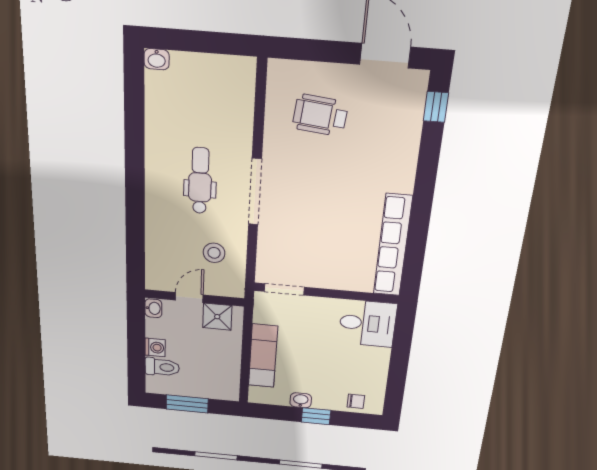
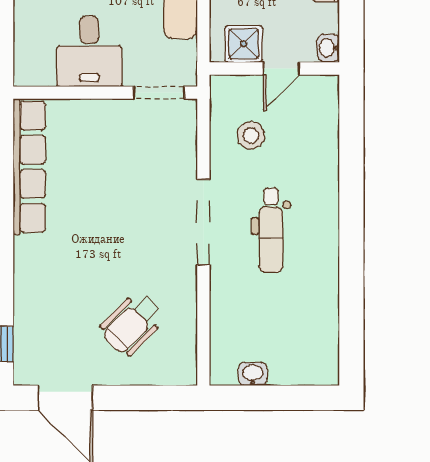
washbasin: (157, 59) -> (253, 374), moved
wheelchair: (320, 115) -> (132, 324), turned 129
desk: (368, 323) -> (89, 52), moved, turned -90

